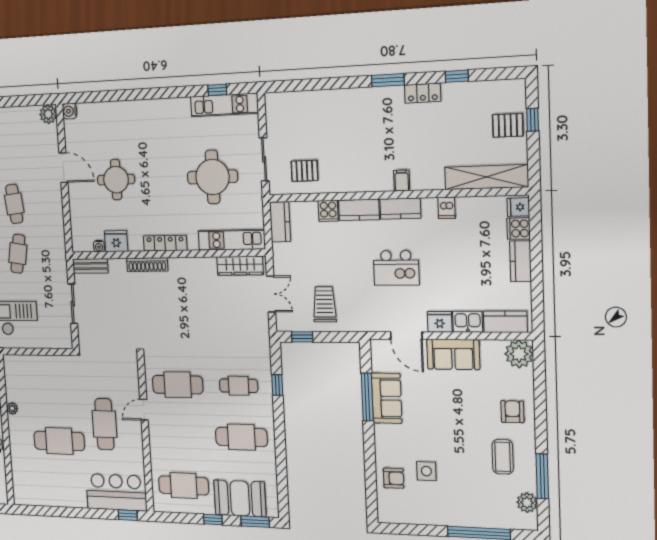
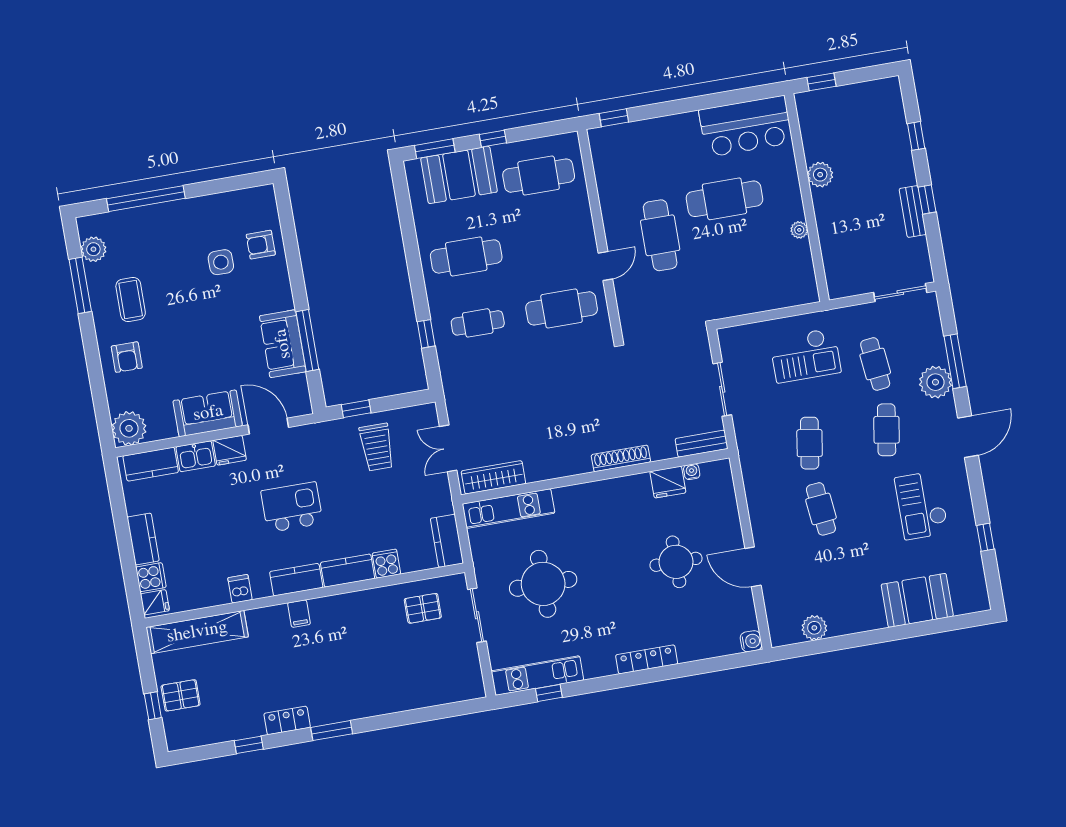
plant: (48, 114) -> (814, 628), moved
locker: (165, 243) -> (647, 659), moved, turned 180
window: (302, 337) -> (356, 409), moved
bar counter: (116, 492) -> (746, 126), moved

